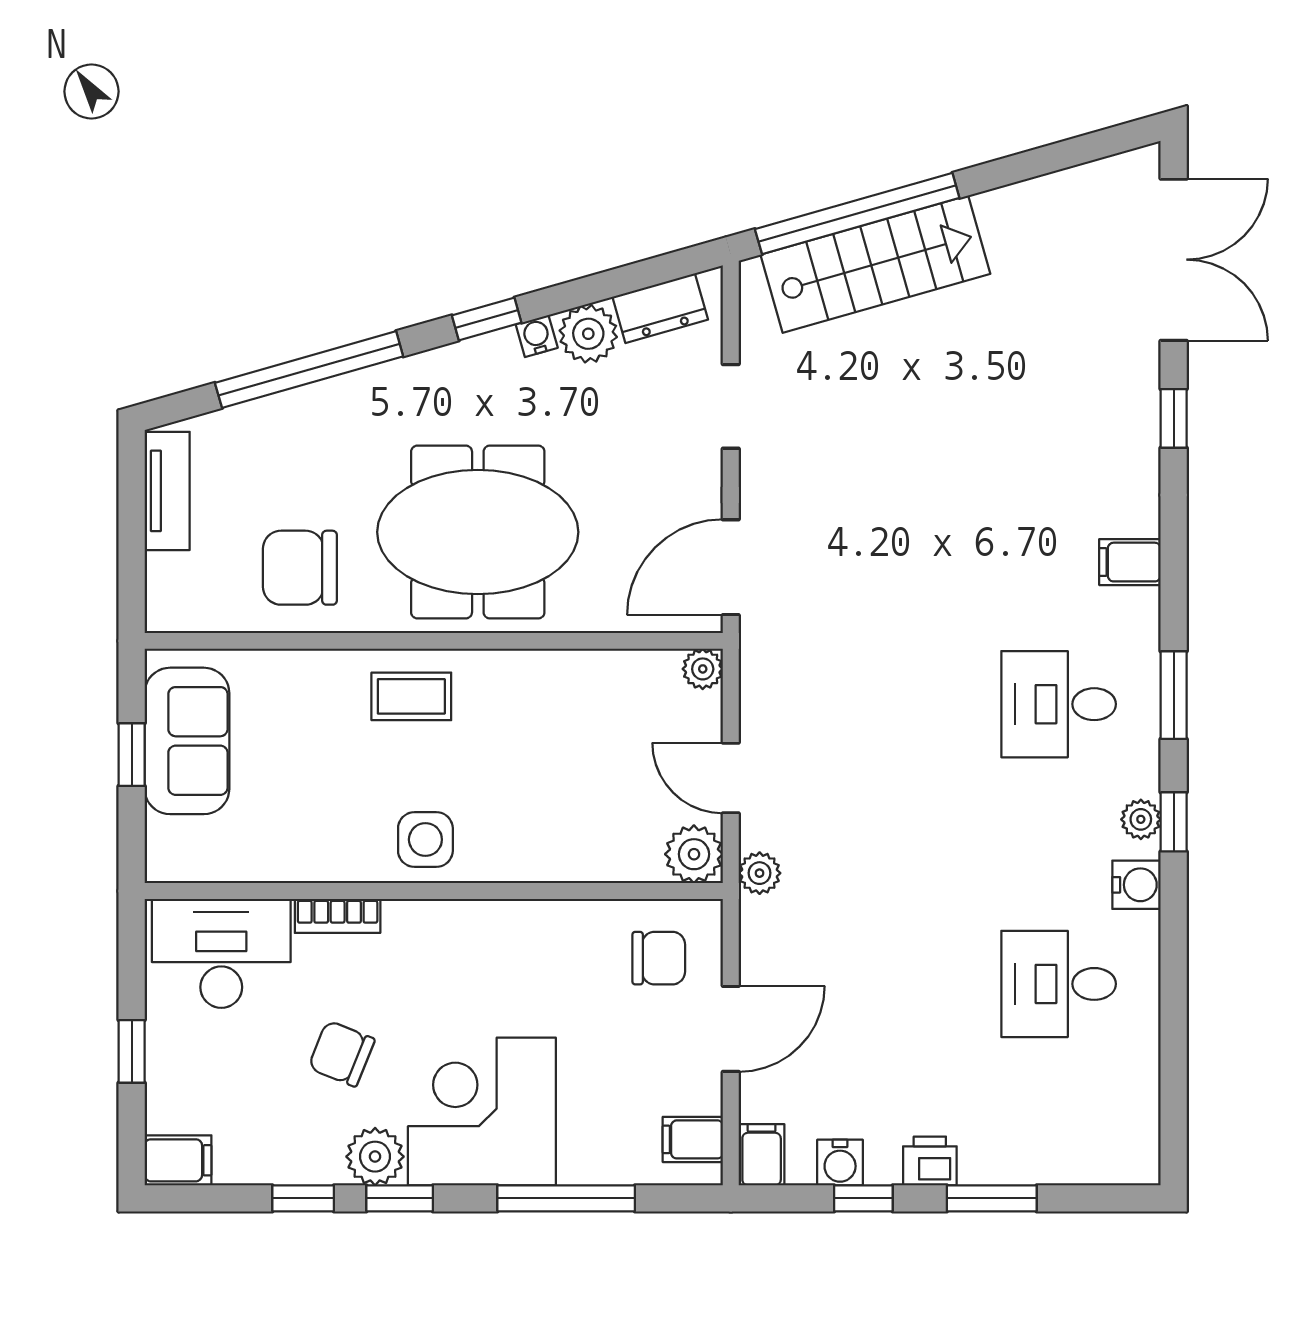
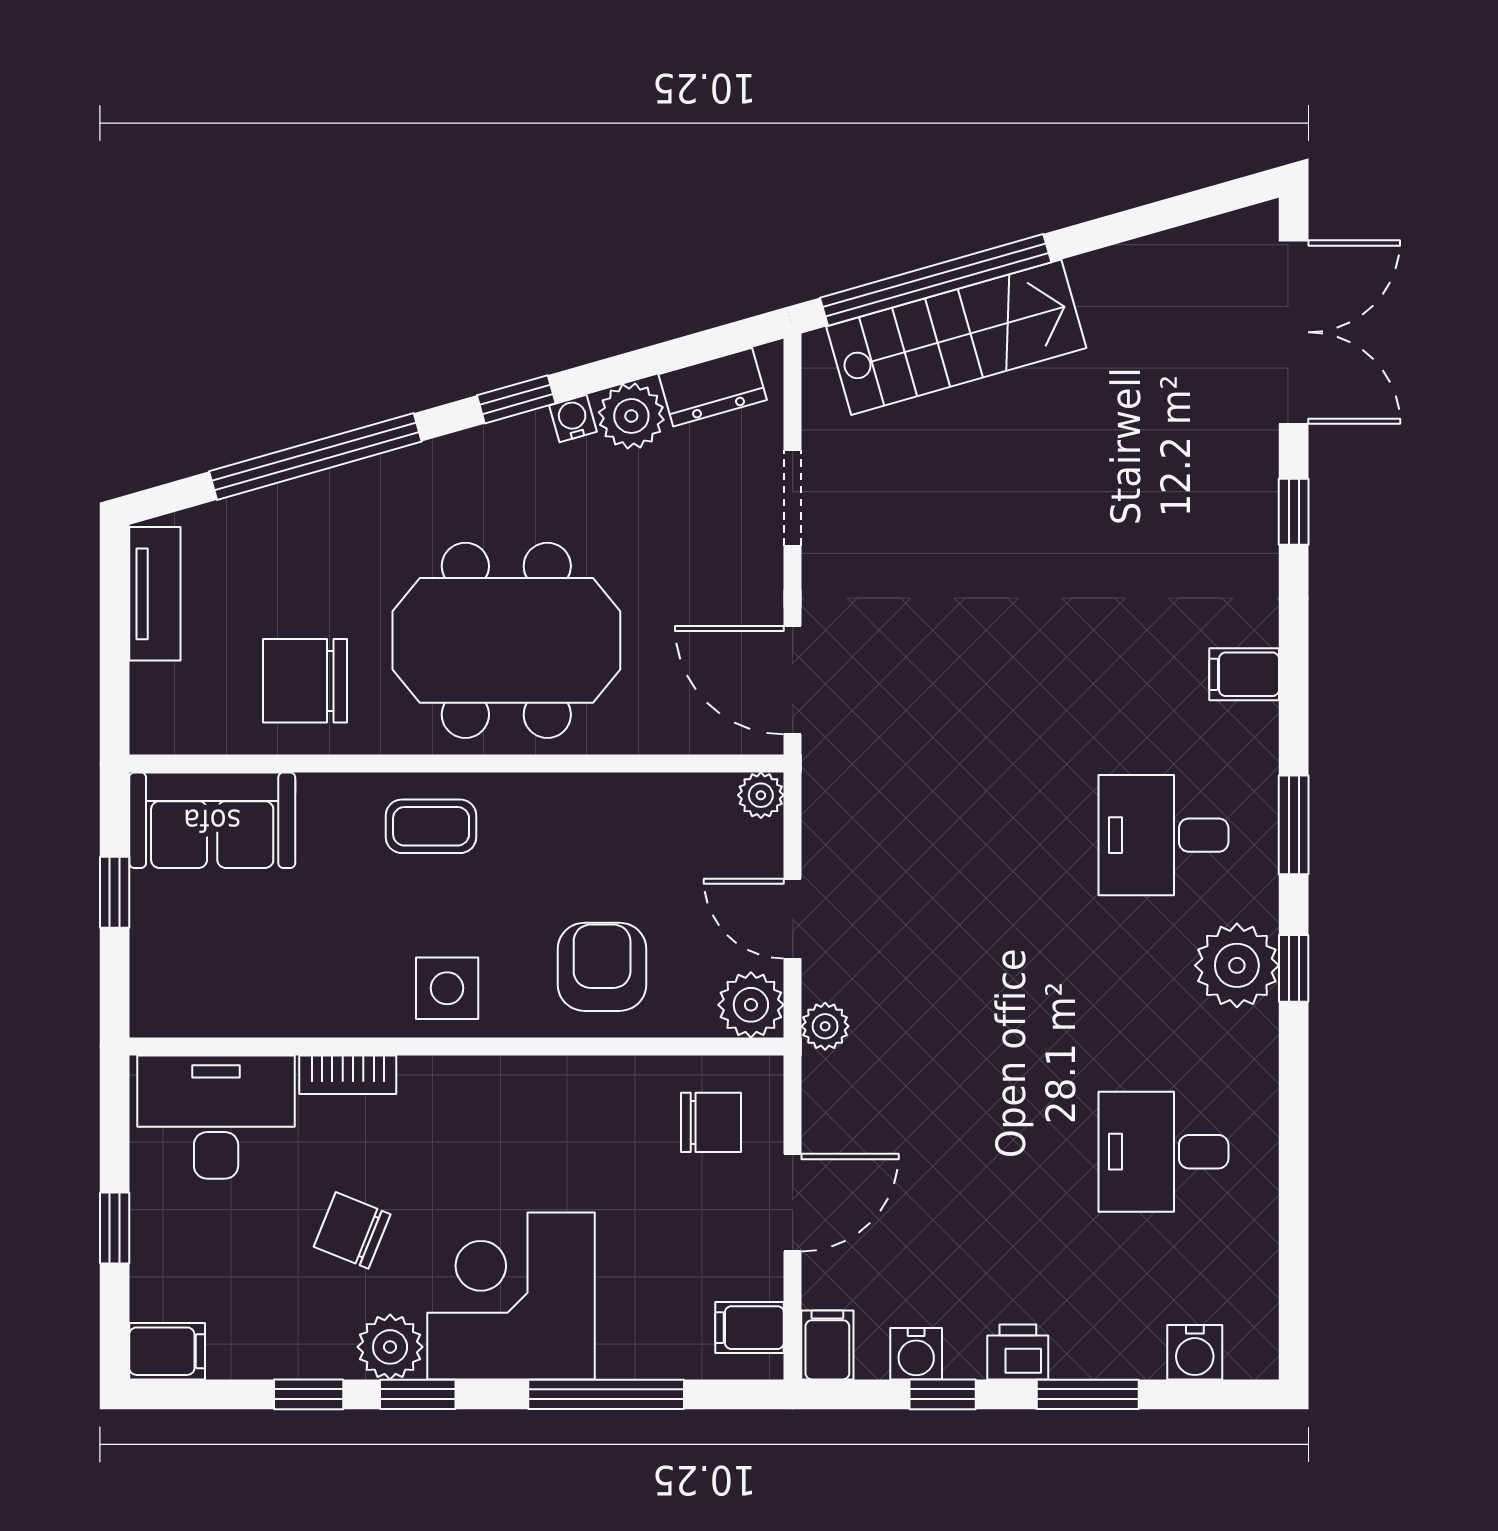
door: (731, 567) -> (793, 680), hinge flipped
sofa: (187, 741) -> (212, 820), moved, turned 90
plant: (1141, 819) -> (1237, 965), width x1.88, depth x1.88
armchair: (562, 821) -> (602, 967), added
water cooler: (1136, 885) -> (1195, 1352), moved, turned 90

